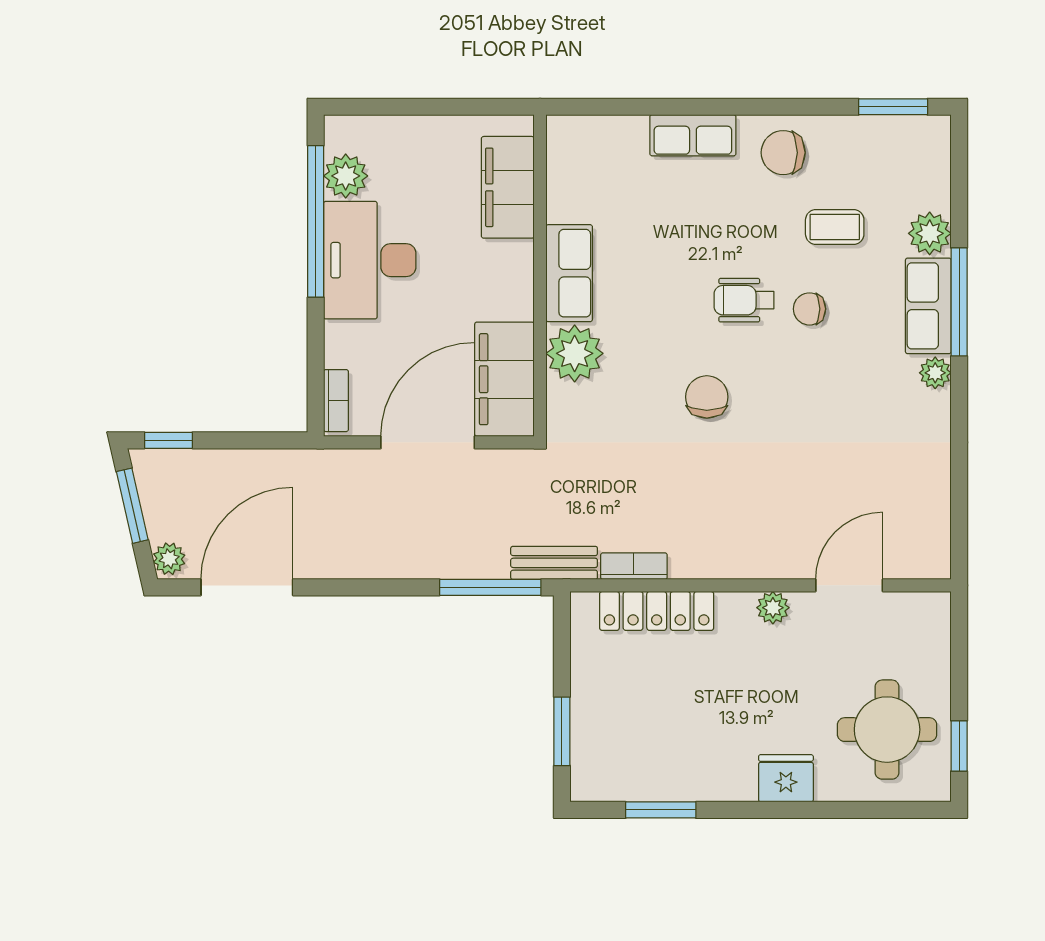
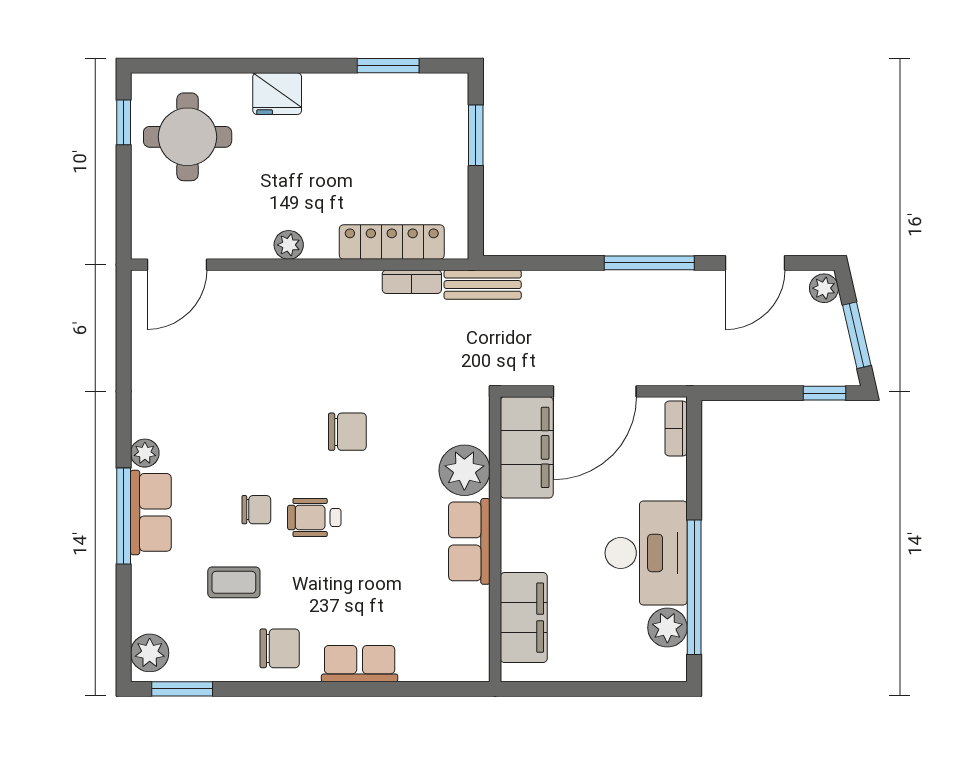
plant: (930, 233) -> (150, 653), moved
wheelchair: (744, 300) -> (314, 518), turned 180
chair: (707, 397) -> (347, 432), turned -90
door: (849, 585) -> (177, 265), moved
door: (247, 587) -> (755, 263), width x0.73
window: (490, 587) -> (649, 263), moved

